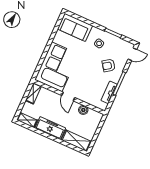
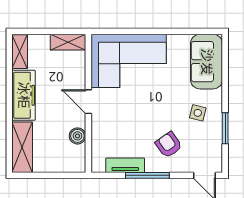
door: (68, 97) -> (88, 102), hinge flipped

